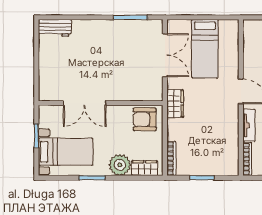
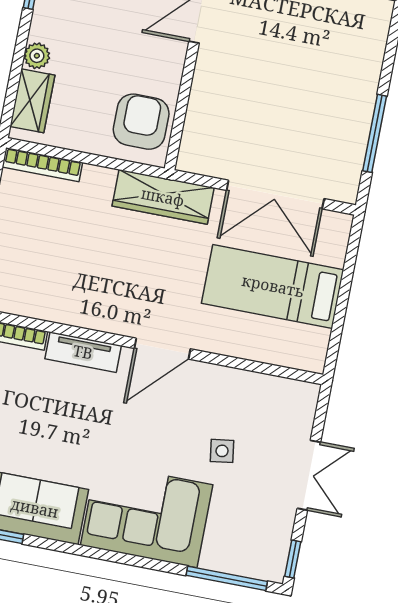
wardrobe: (175, 104) -> (163, 197), width x1.50
plant: (120, 165) -> (37, 56), width x0.53, depth x0.53

